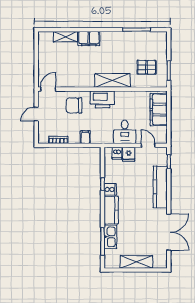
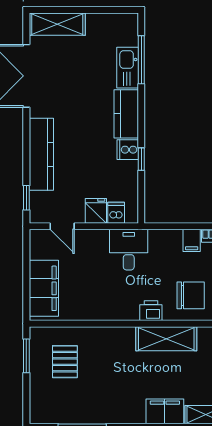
pallet: (147, 67) -> (65, 362), turned 90
shelving: (113, 80) -> (166, 339), moved
printer: (102, 99) -> (151, 311), width x0.53, depth x0.68
desk: (125, 132) -> (129, 250), moved
filing cabinet: (85, 137) -> (192, 240), moved
shelving: (136, 262) -> (57, 24), moved

